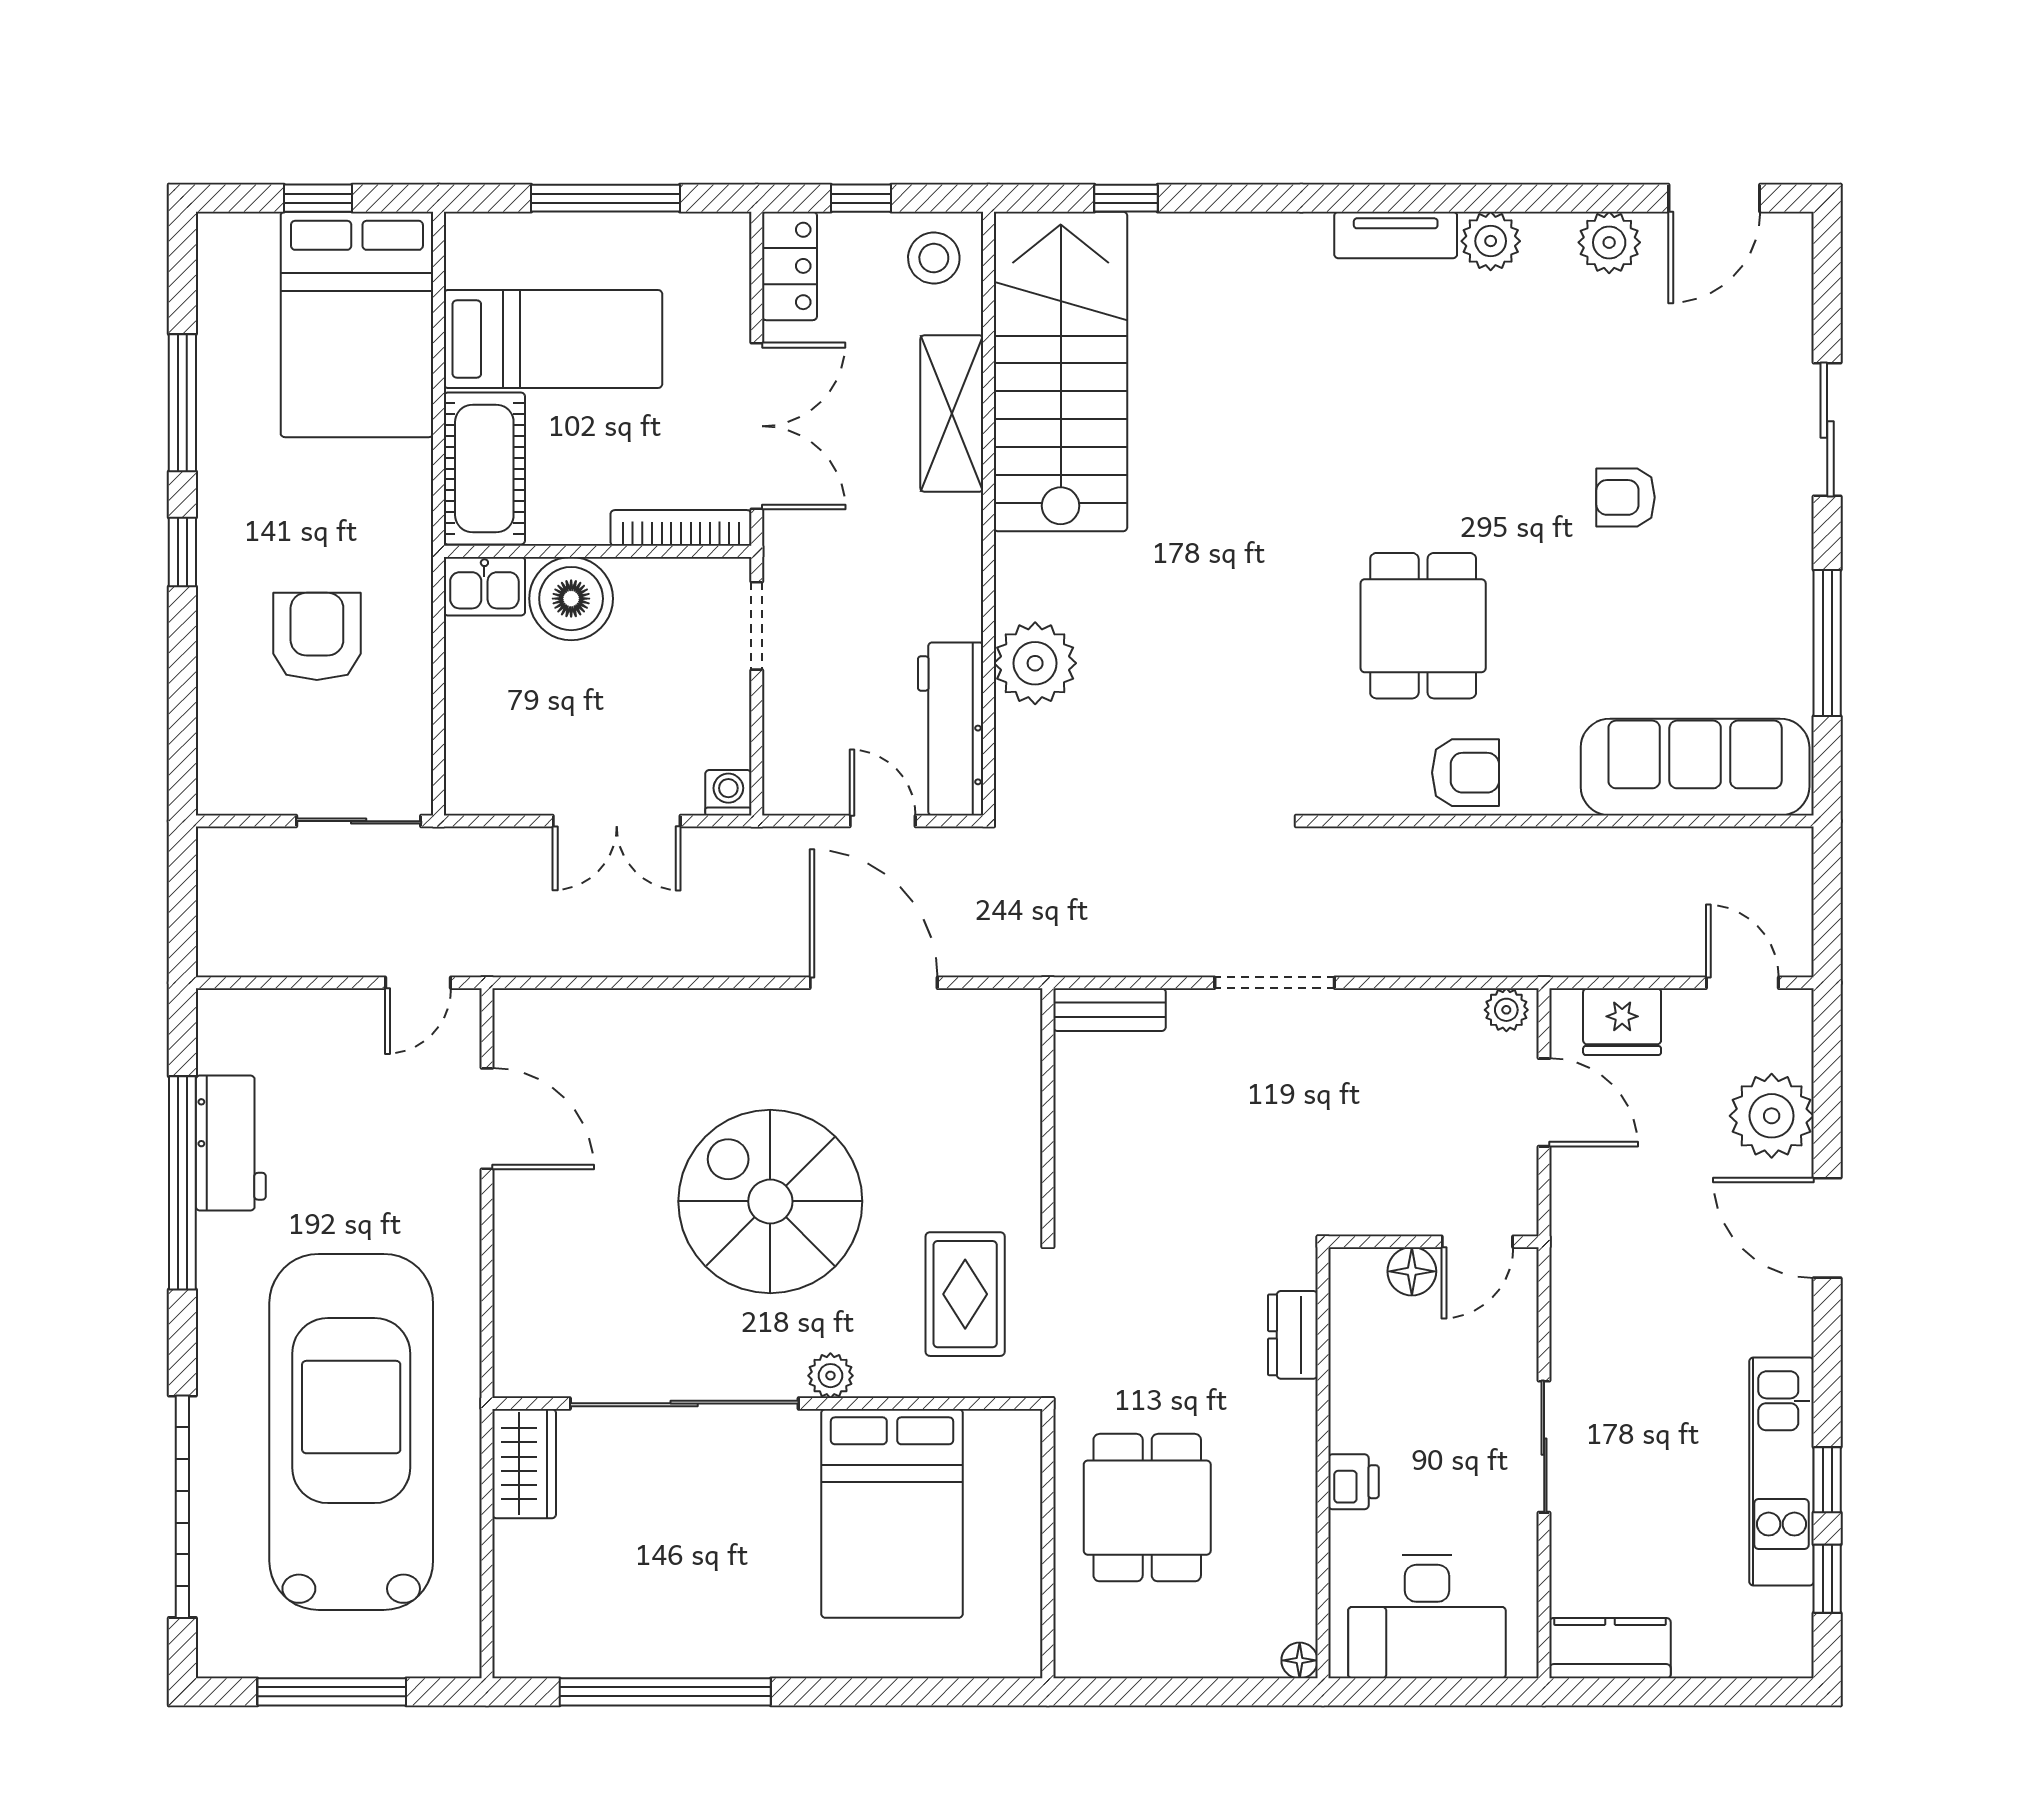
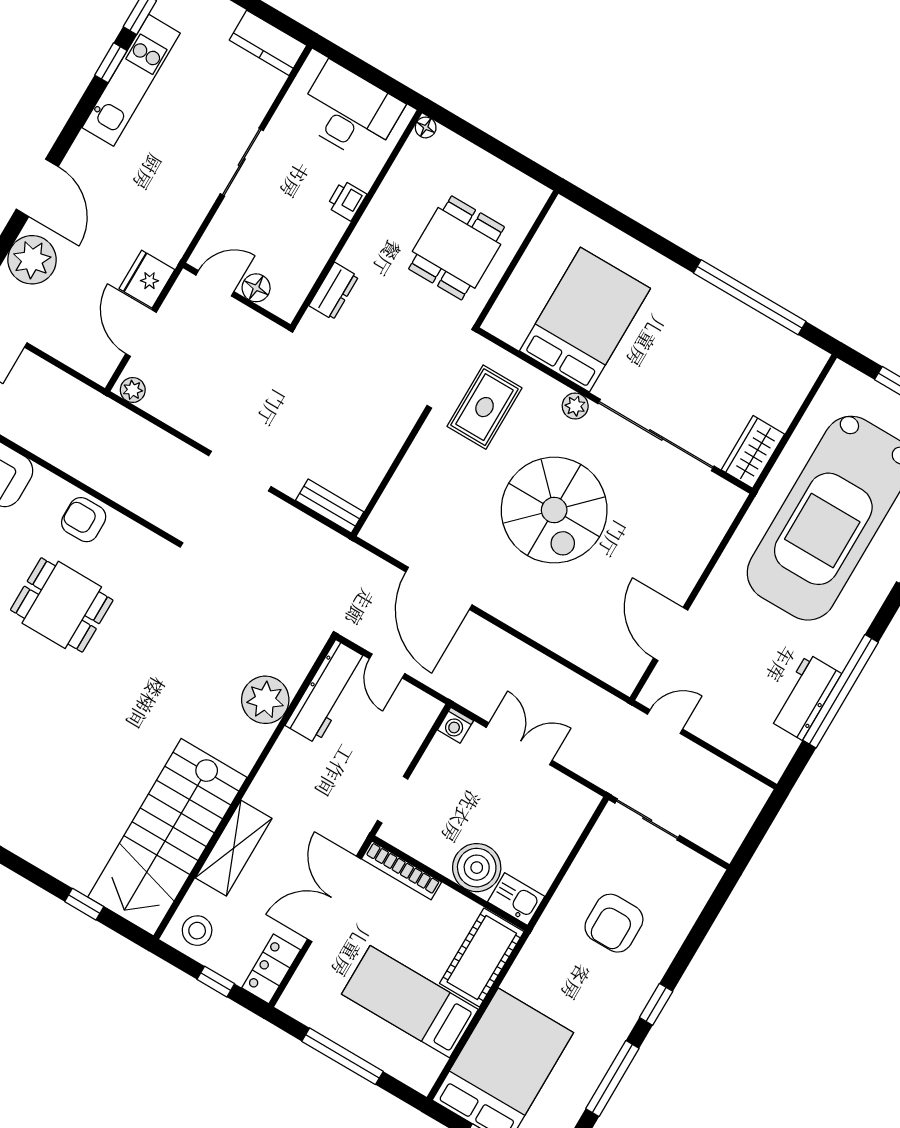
dining table: (1423, 626) -> (62, 605), turned 90
fridge: (1622, 1022) -> (147, 279), moved, turned -90

